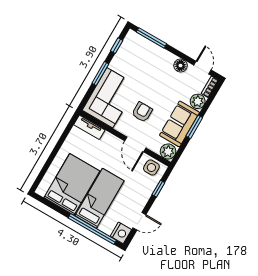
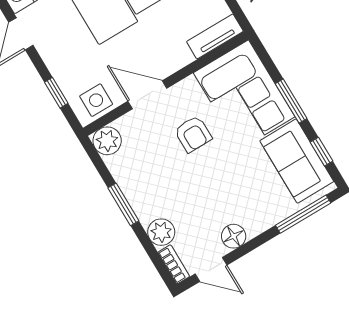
sofa: (180, 124) -> (297, 161), moved, turned 180

